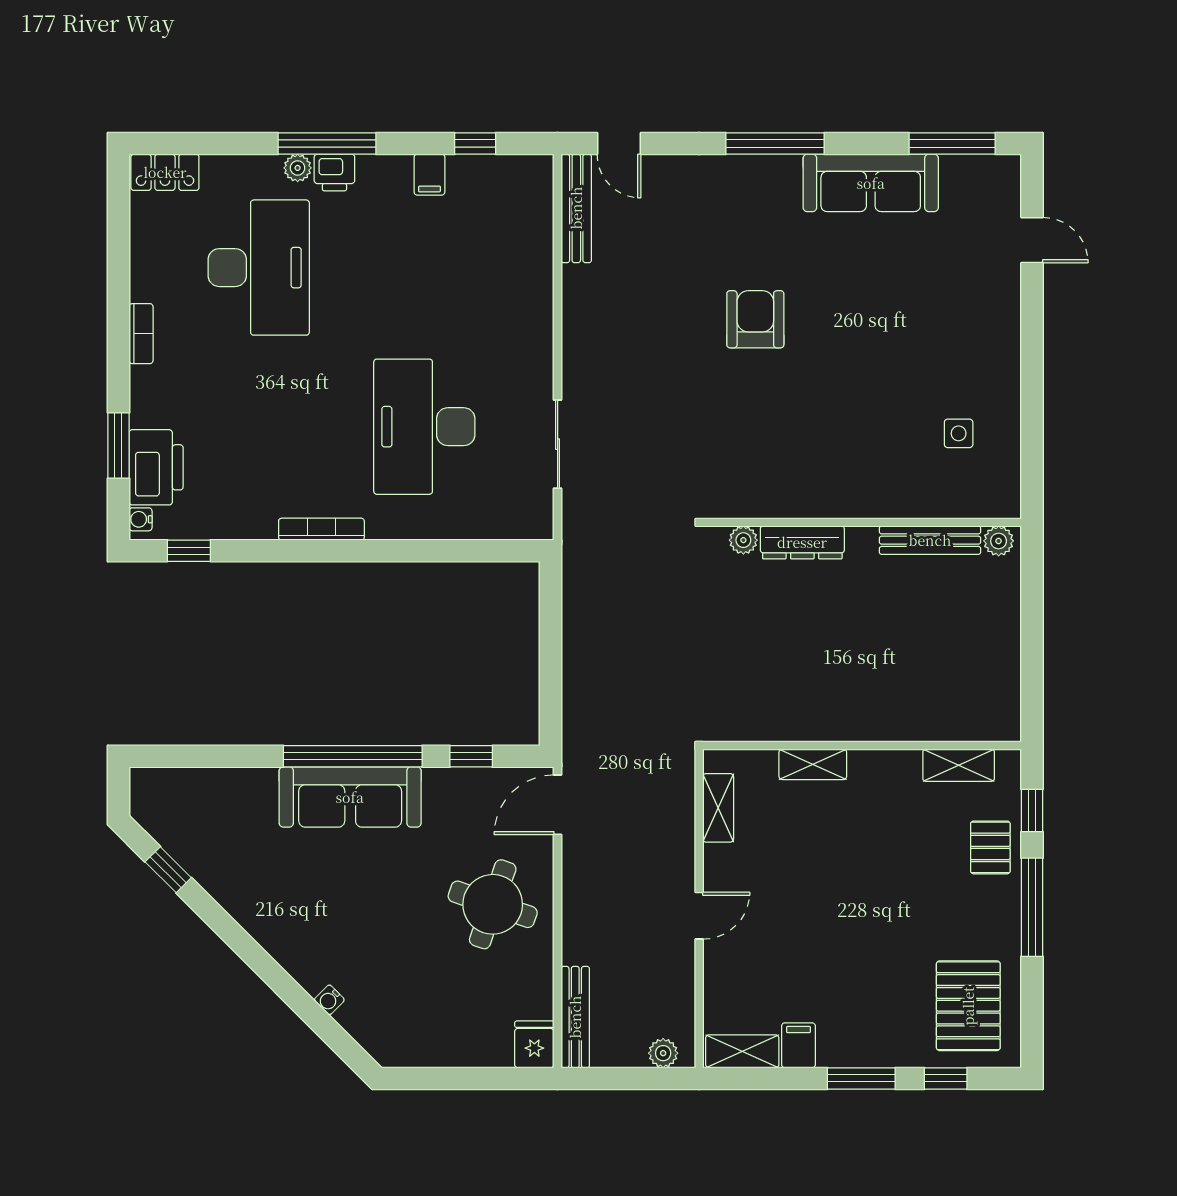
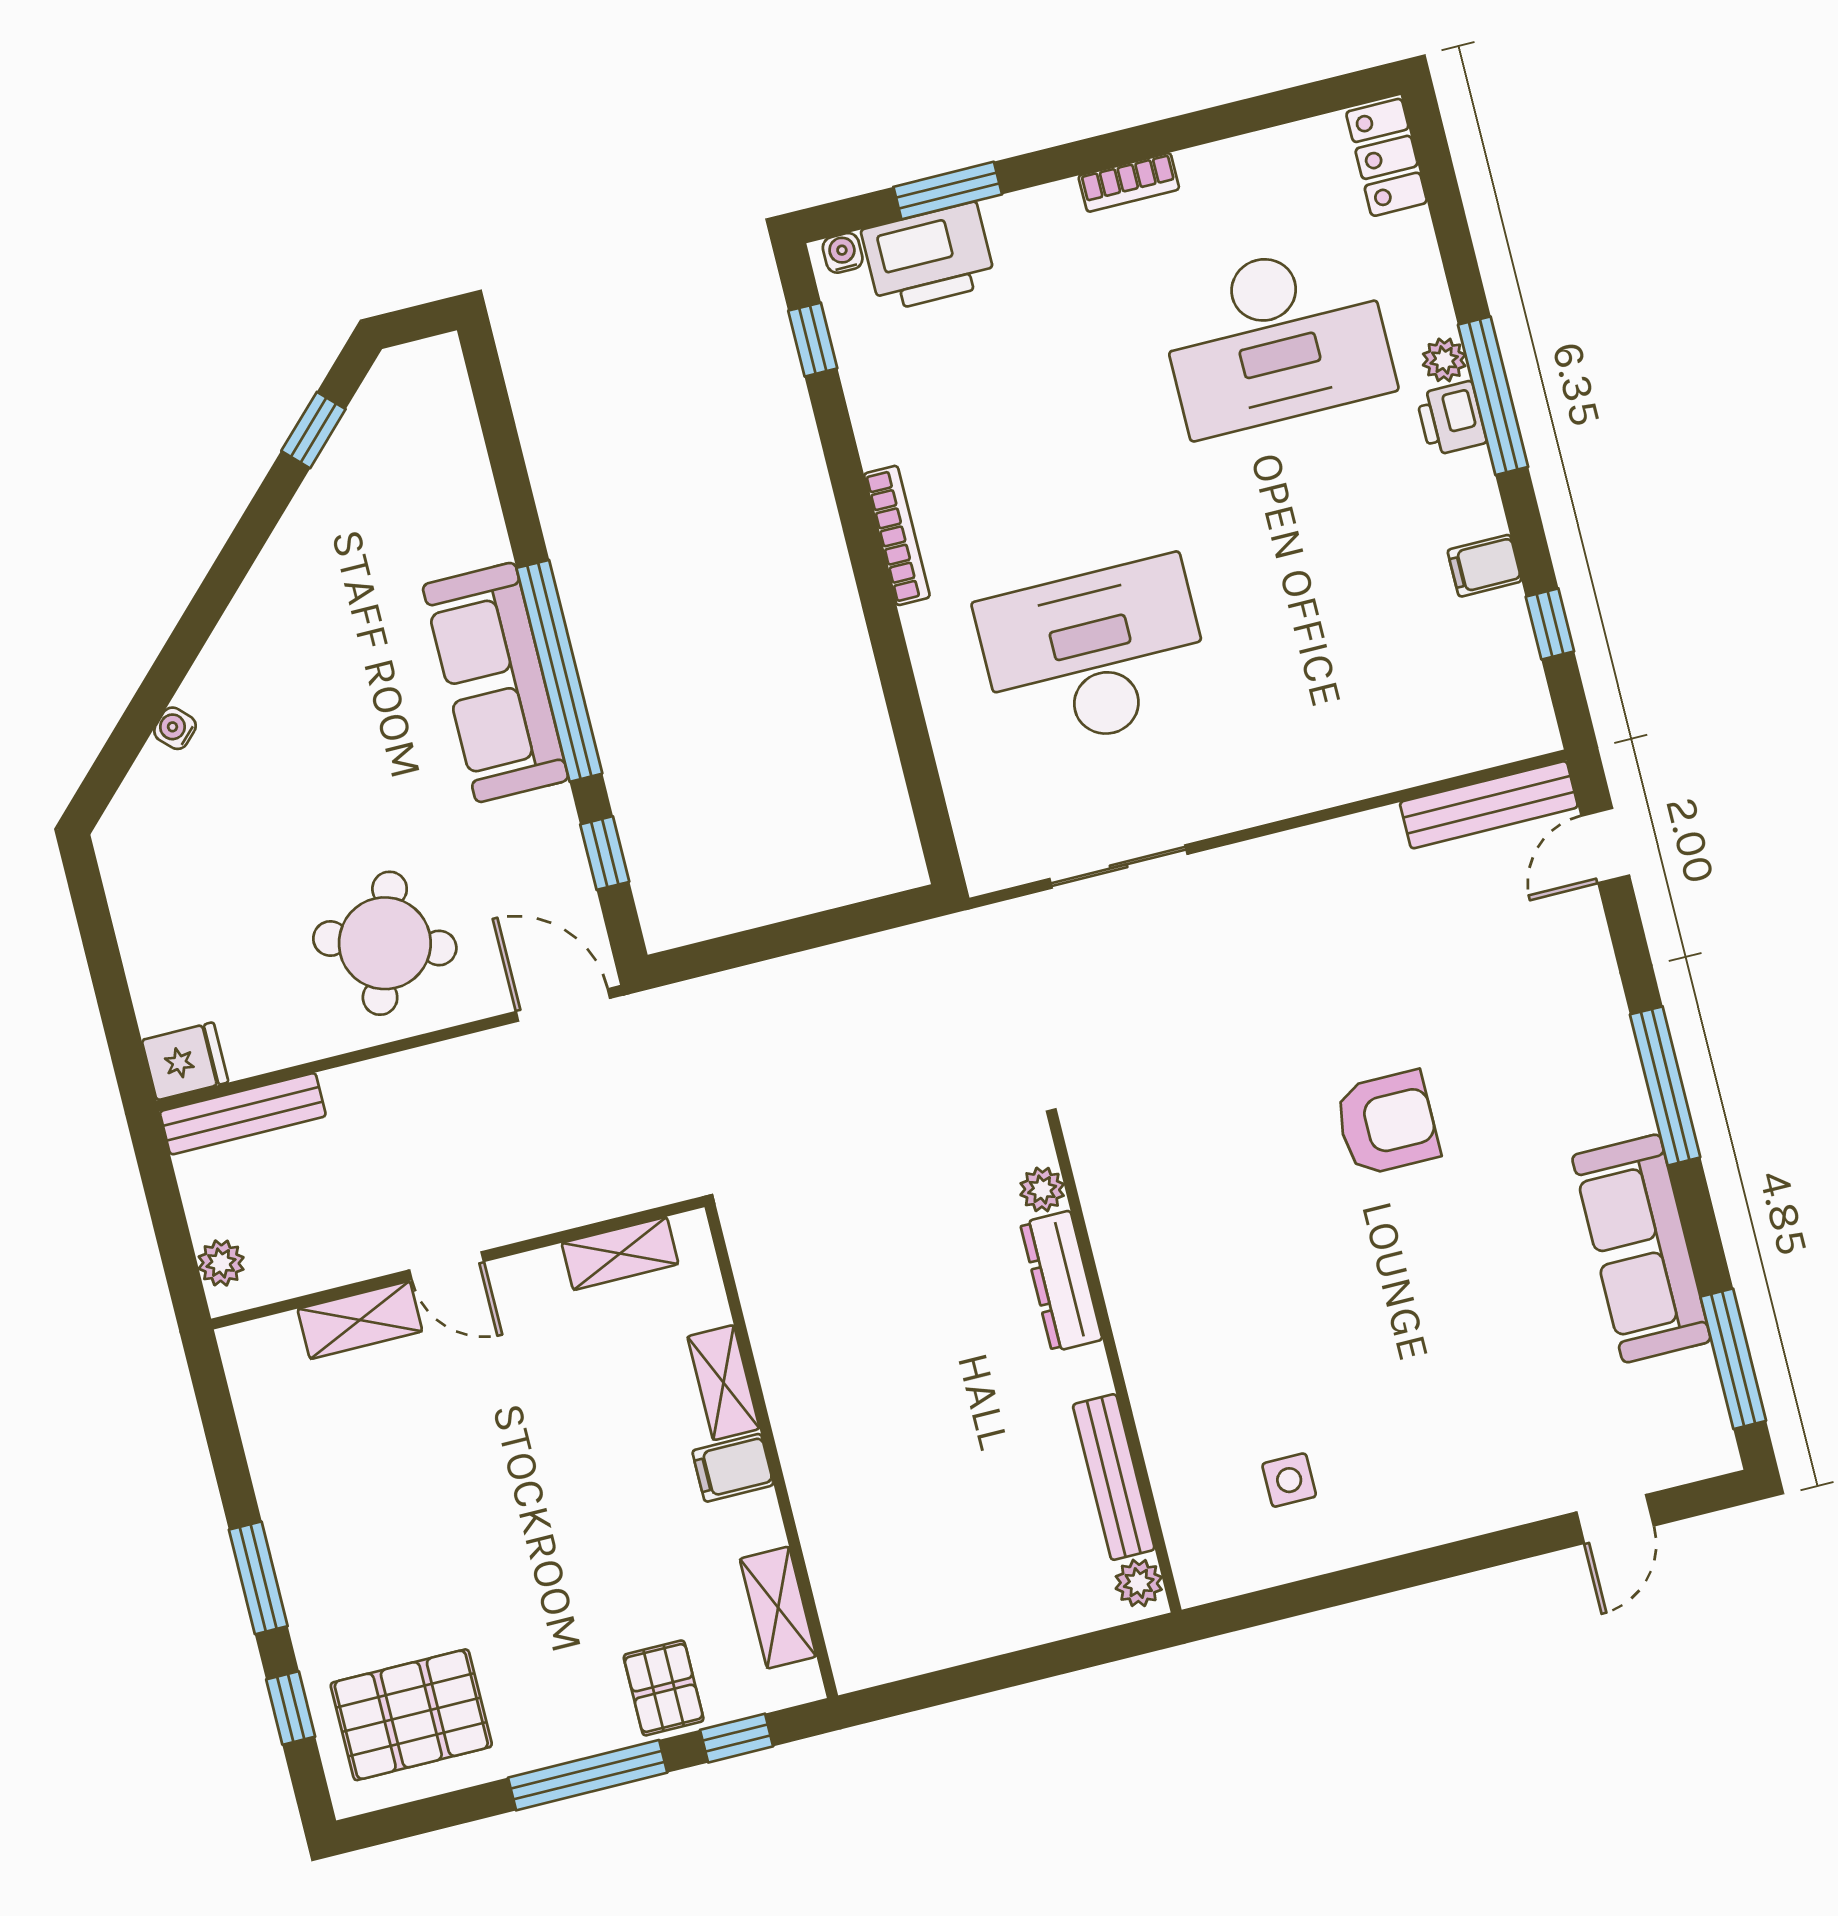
pallet: (990, 847) -> (664, 1688), turned 90
filing cabinet: (798, 1045) -> (733, 1468), moved, turned 180
shelving: (742, 1051) -> (360, 1320), moved, turned 90

